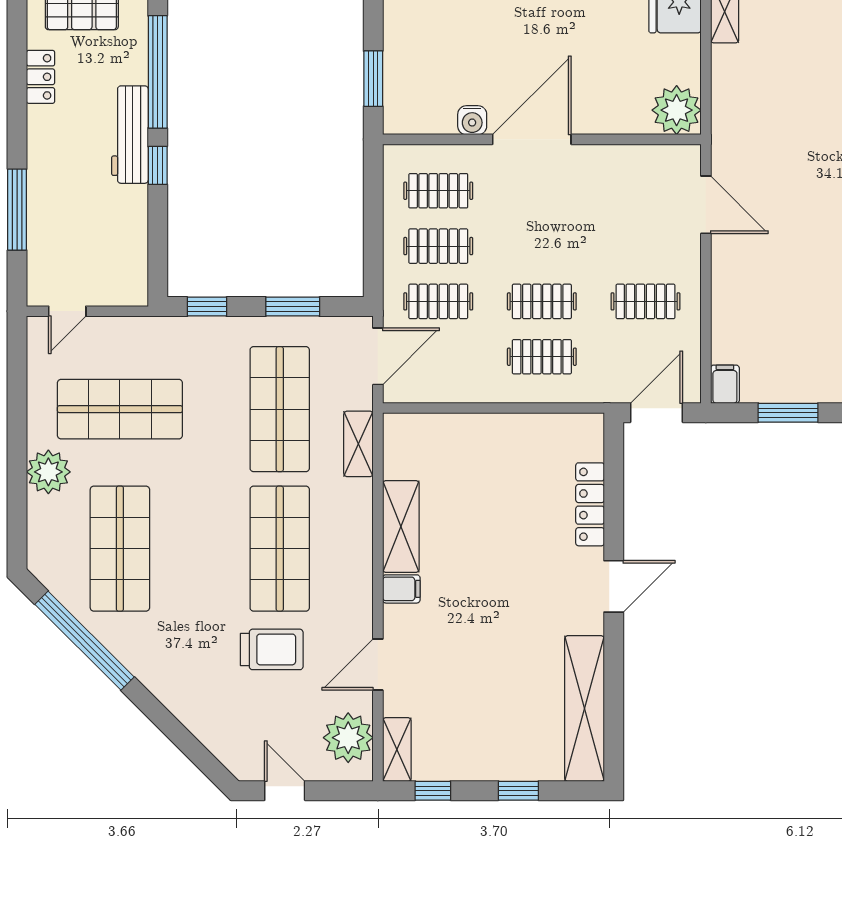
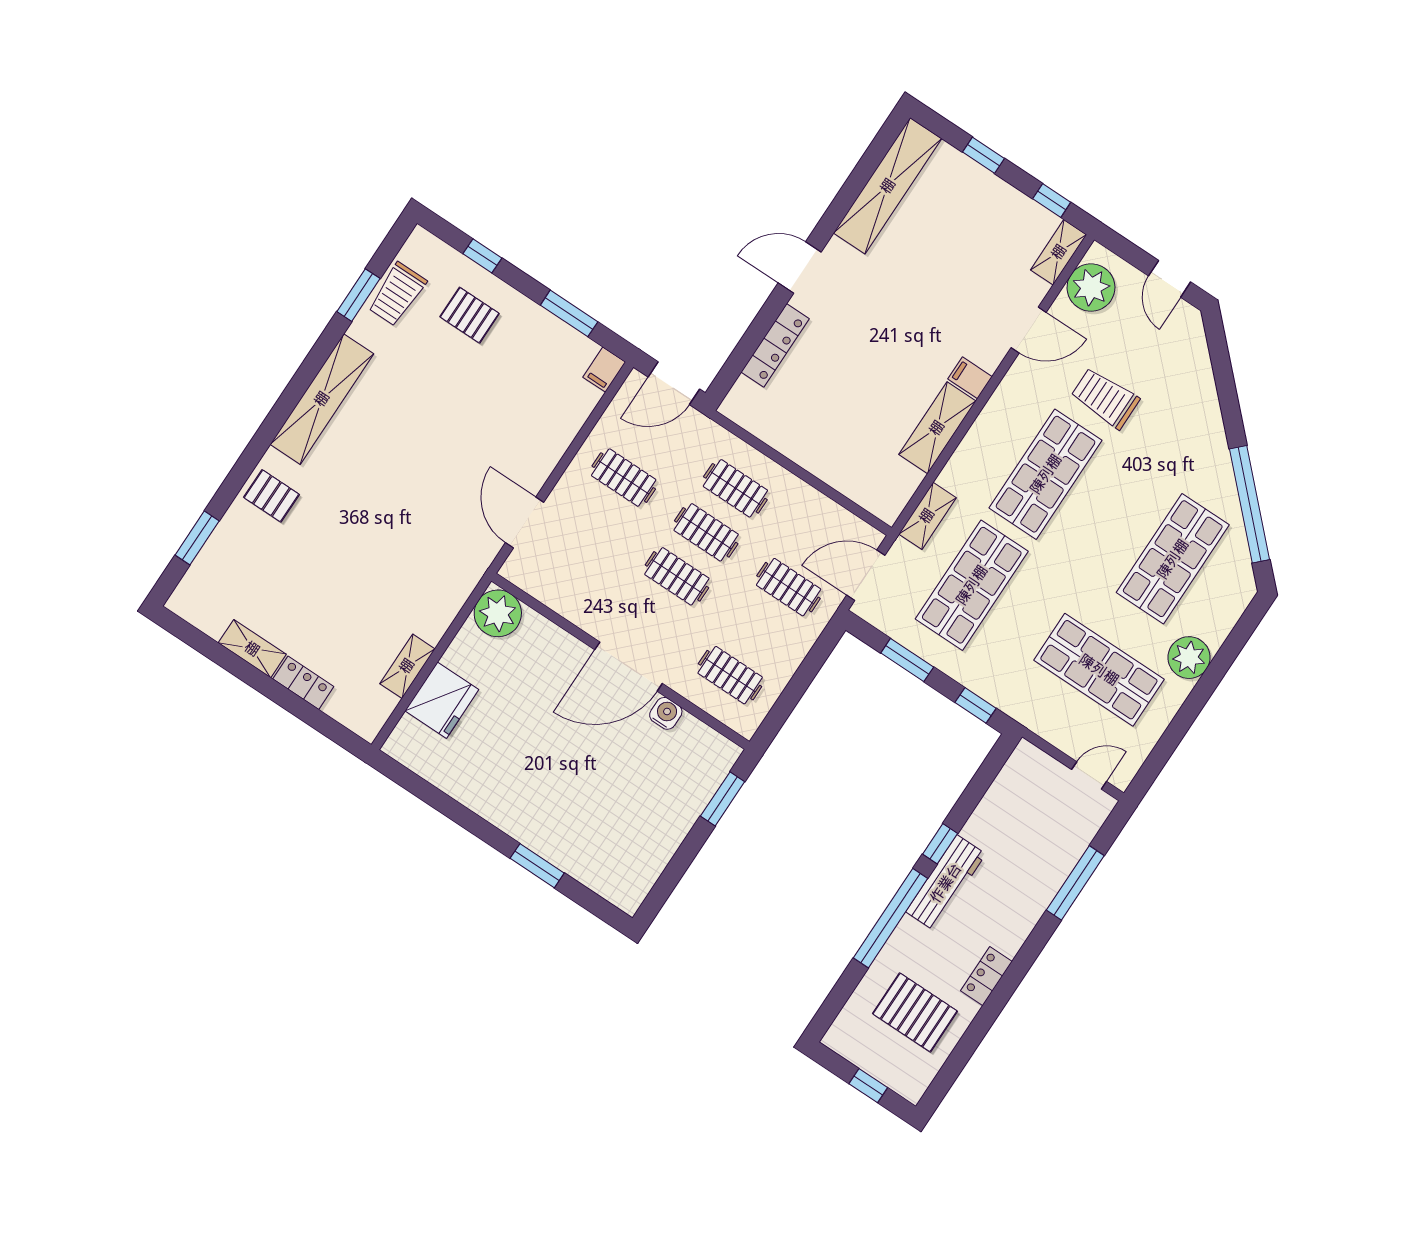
clothes rail: (438, 246) -> (677, 576), moved

